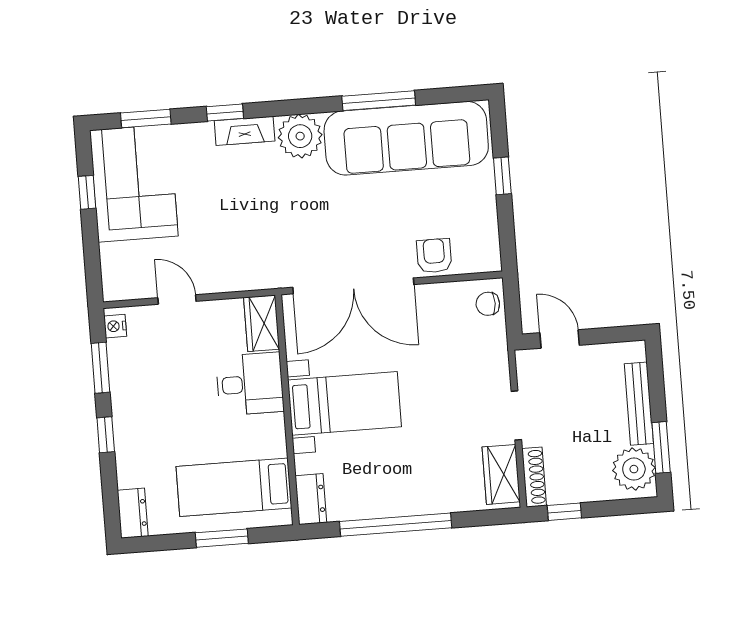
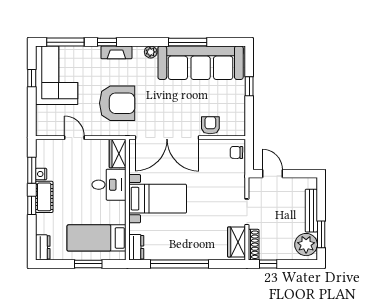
window: (146, 119) -> (65, 42), width x1.44
plant: (300, 136) -> (151, 52), width x0.53, depth x0.53
armchair: (253, 228) -> (117, 103), added
nightstand: (115, 326) -> (41, 174), moved
cot: (128, 417) -> (44, 197), added

